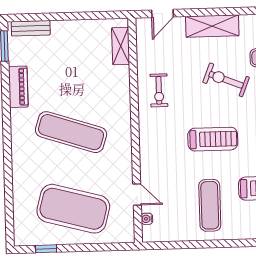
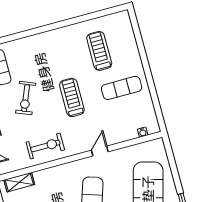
exercise bike: (159, 90) -> (45, 146), width x1.38, depth x1.39
door: (137, 194) -> (100, 151), moved

